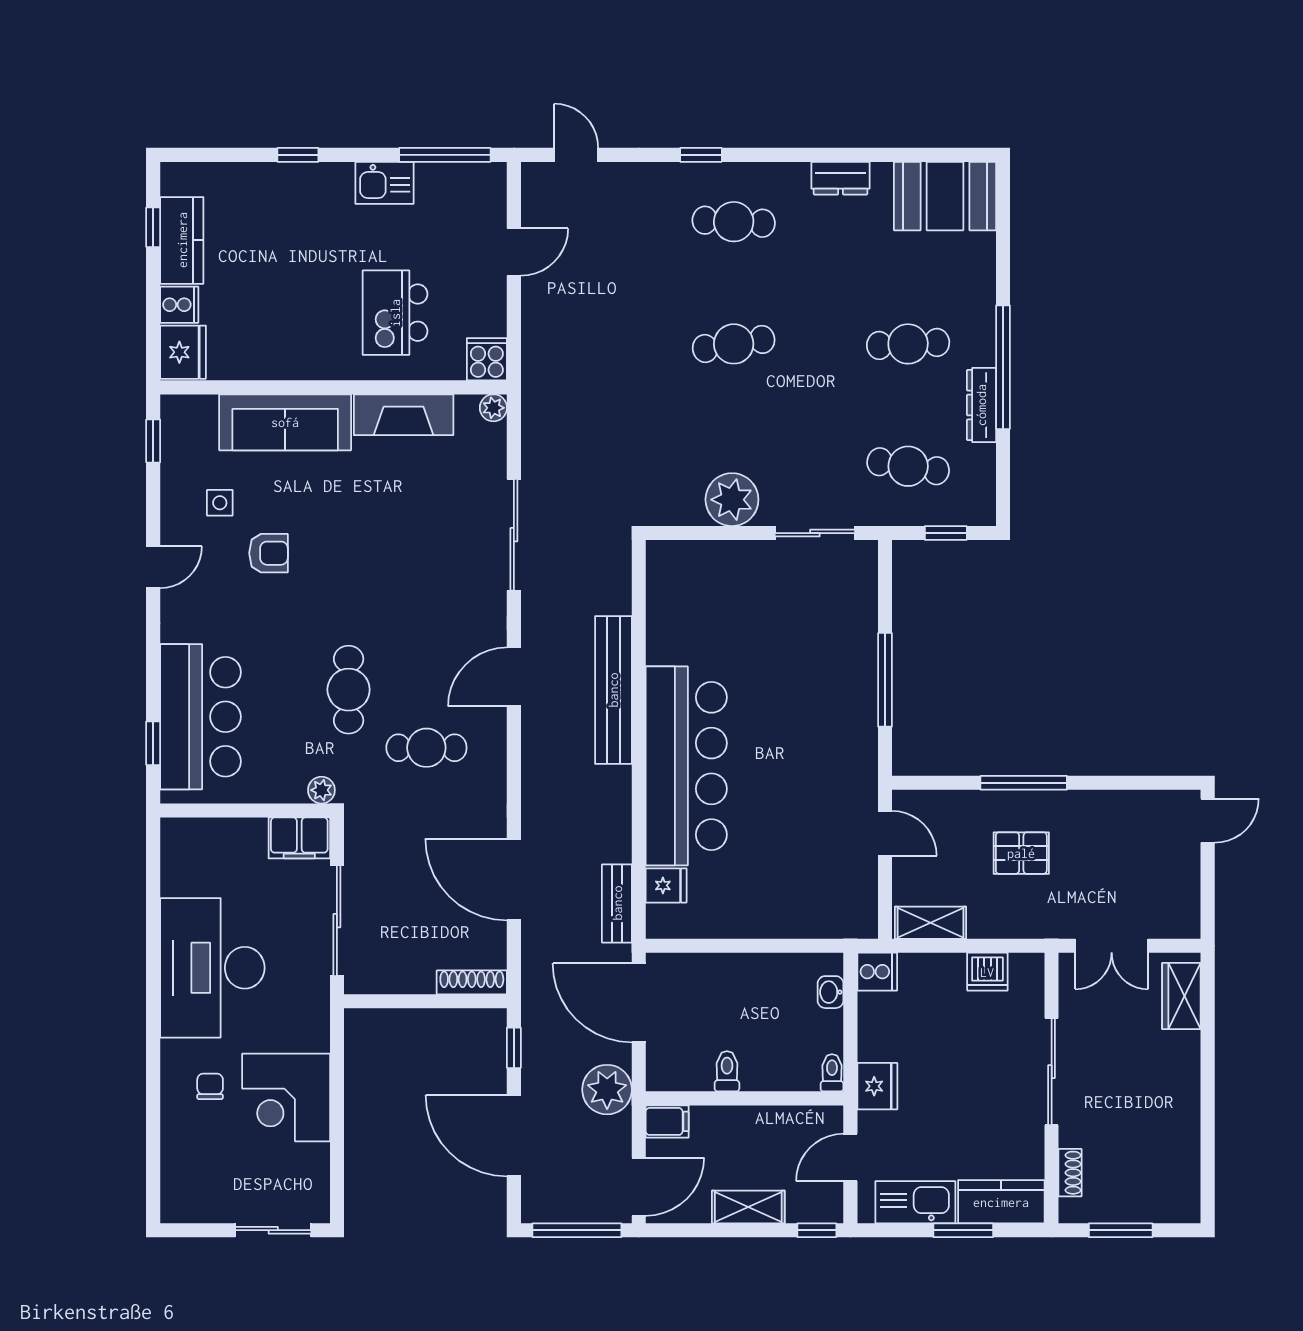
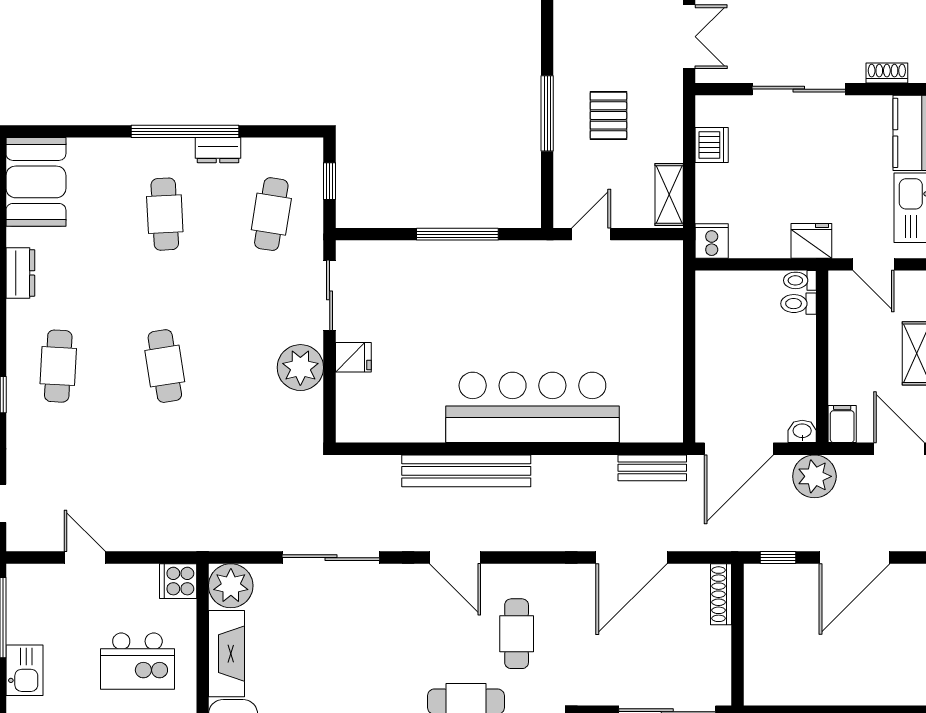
dresser: (981, 405) -> (218, 150), width x0.70
plant: (493, 408) -> (231, 586), width x1.88, depth x1.88
fridge: (666, 885) -> (353, 357), moved, turned 90
washbasin: (830, 992) -> (802, 431), moved, turned 180
toilet: (727, 1071) -> (798, 304), moved

